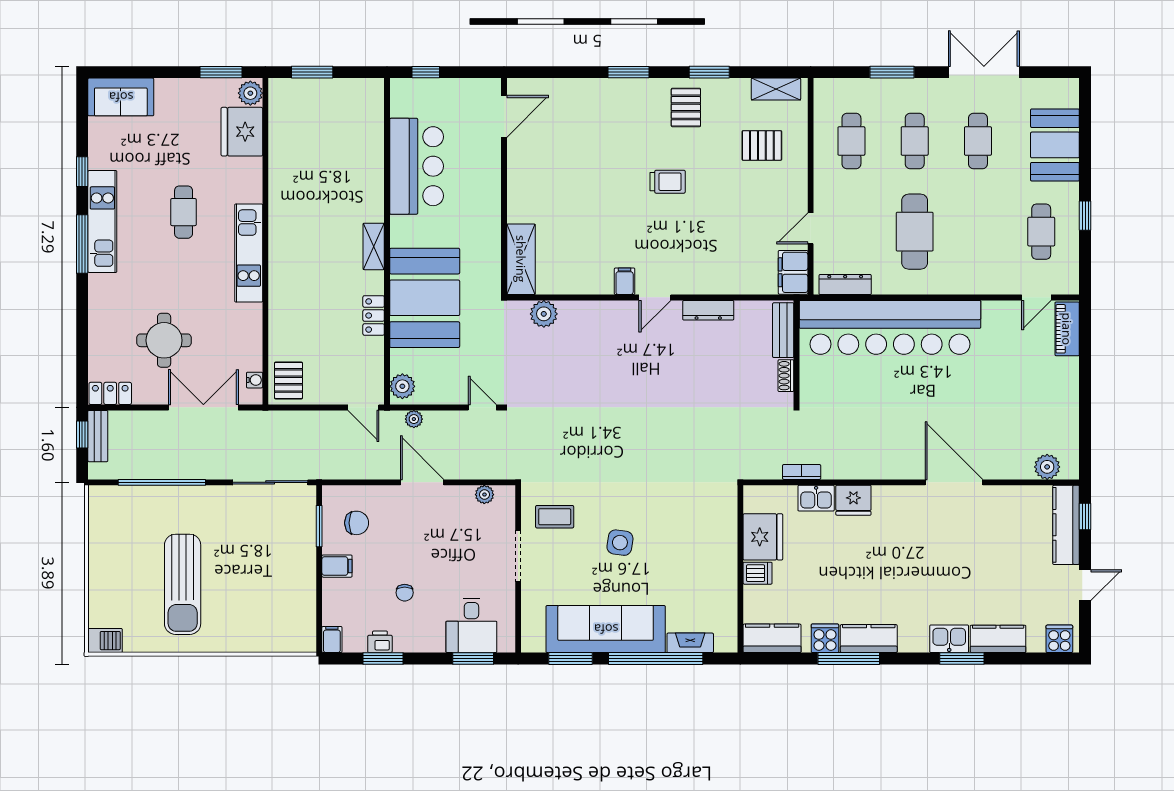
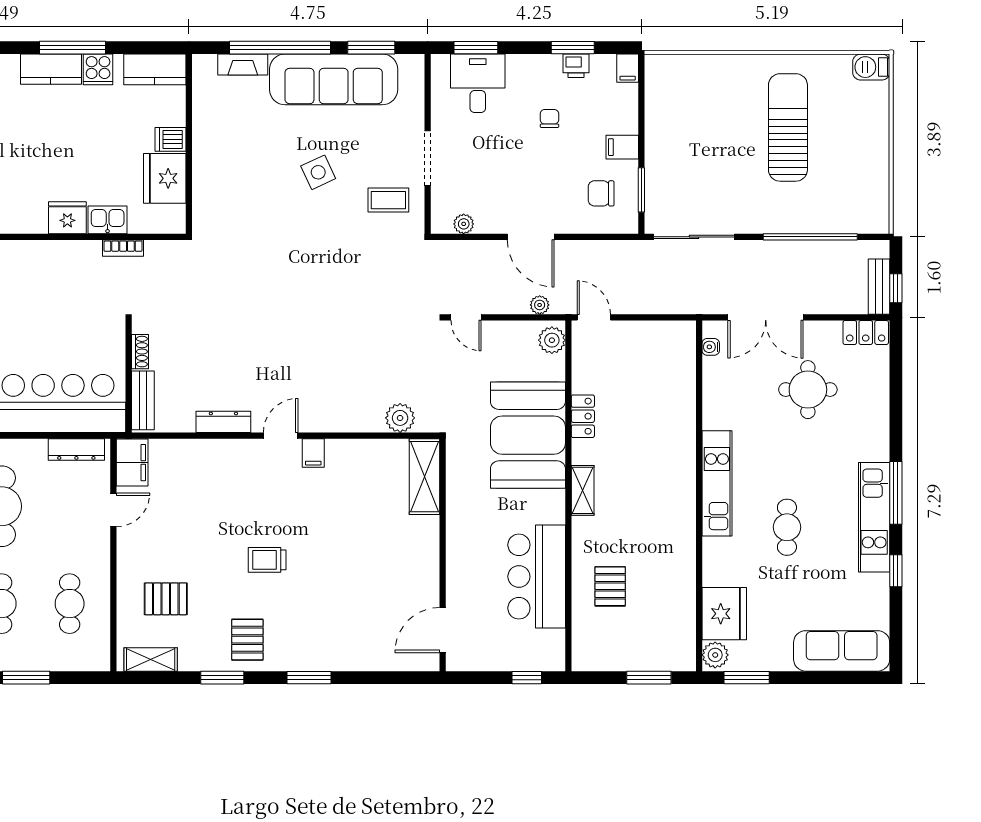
sofa: (121, 97) -> (842, 651), width x1.36
pallet: (288, 380) -> (610, 586), moved
side table: (620, 543) -> (318, 172), turned -33

